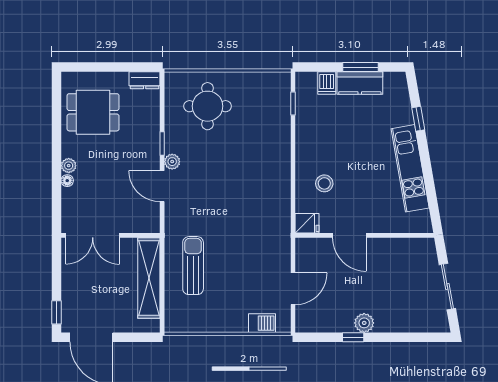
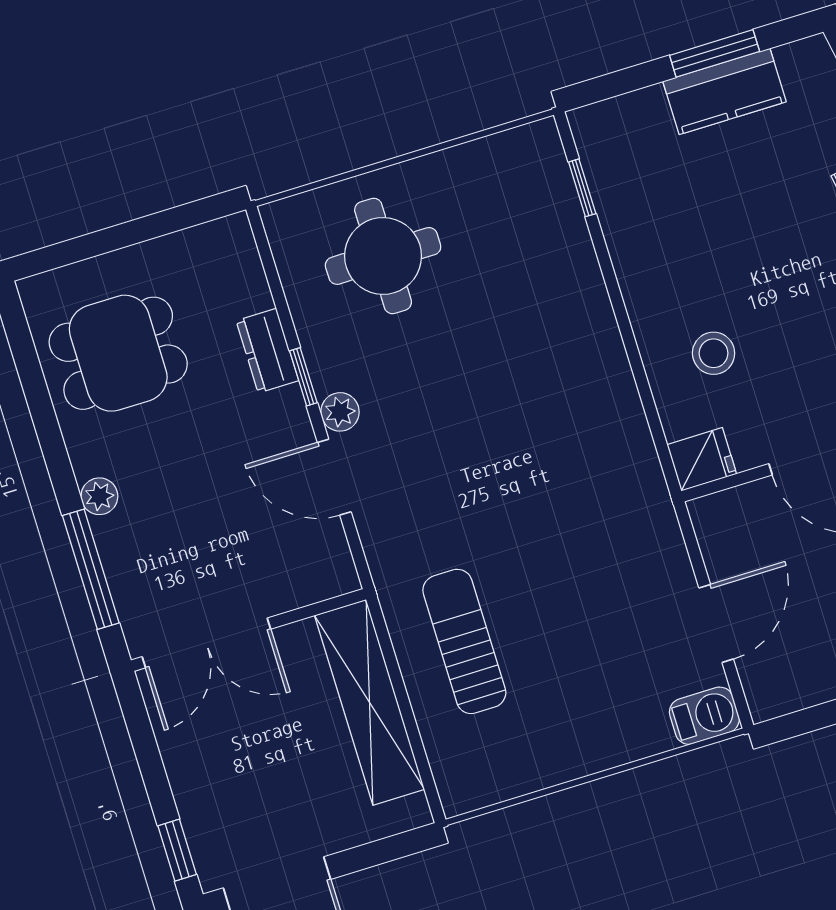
dresser: (145, 80) -> (267, 351), moved, turned 90
dishwasher: (327, 83) -> (647, 115), removed
floor lamp: (67, 181) -> (107, 533), removed
window: (57, 193) -> (91, 569), added
barbecue: (262, 323) -> (704, 716), moved

